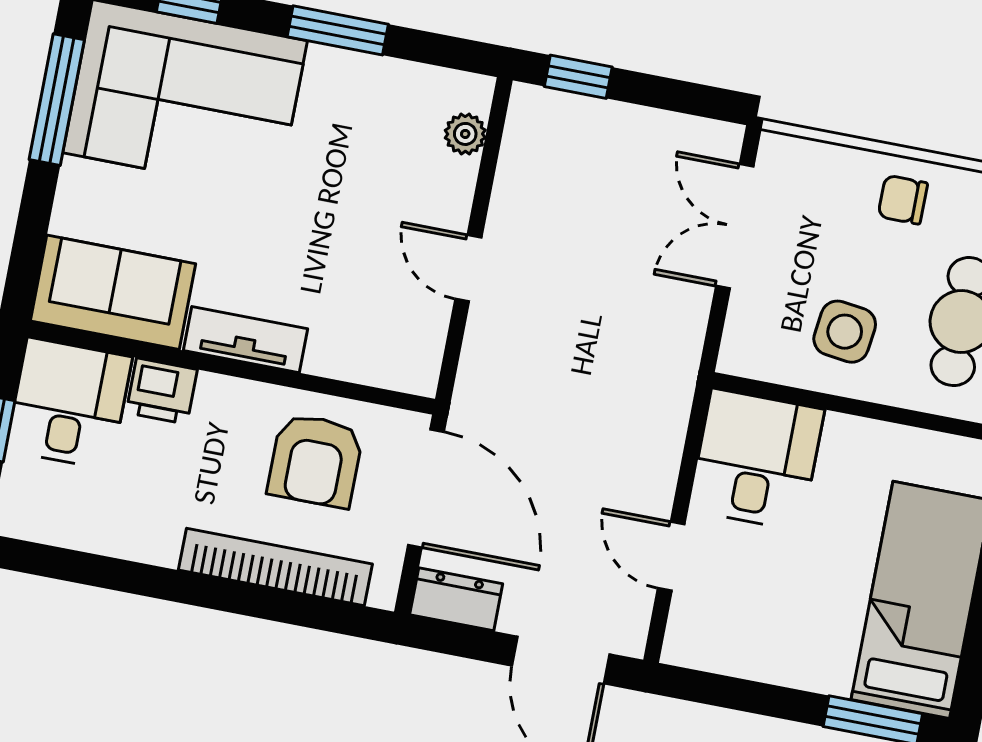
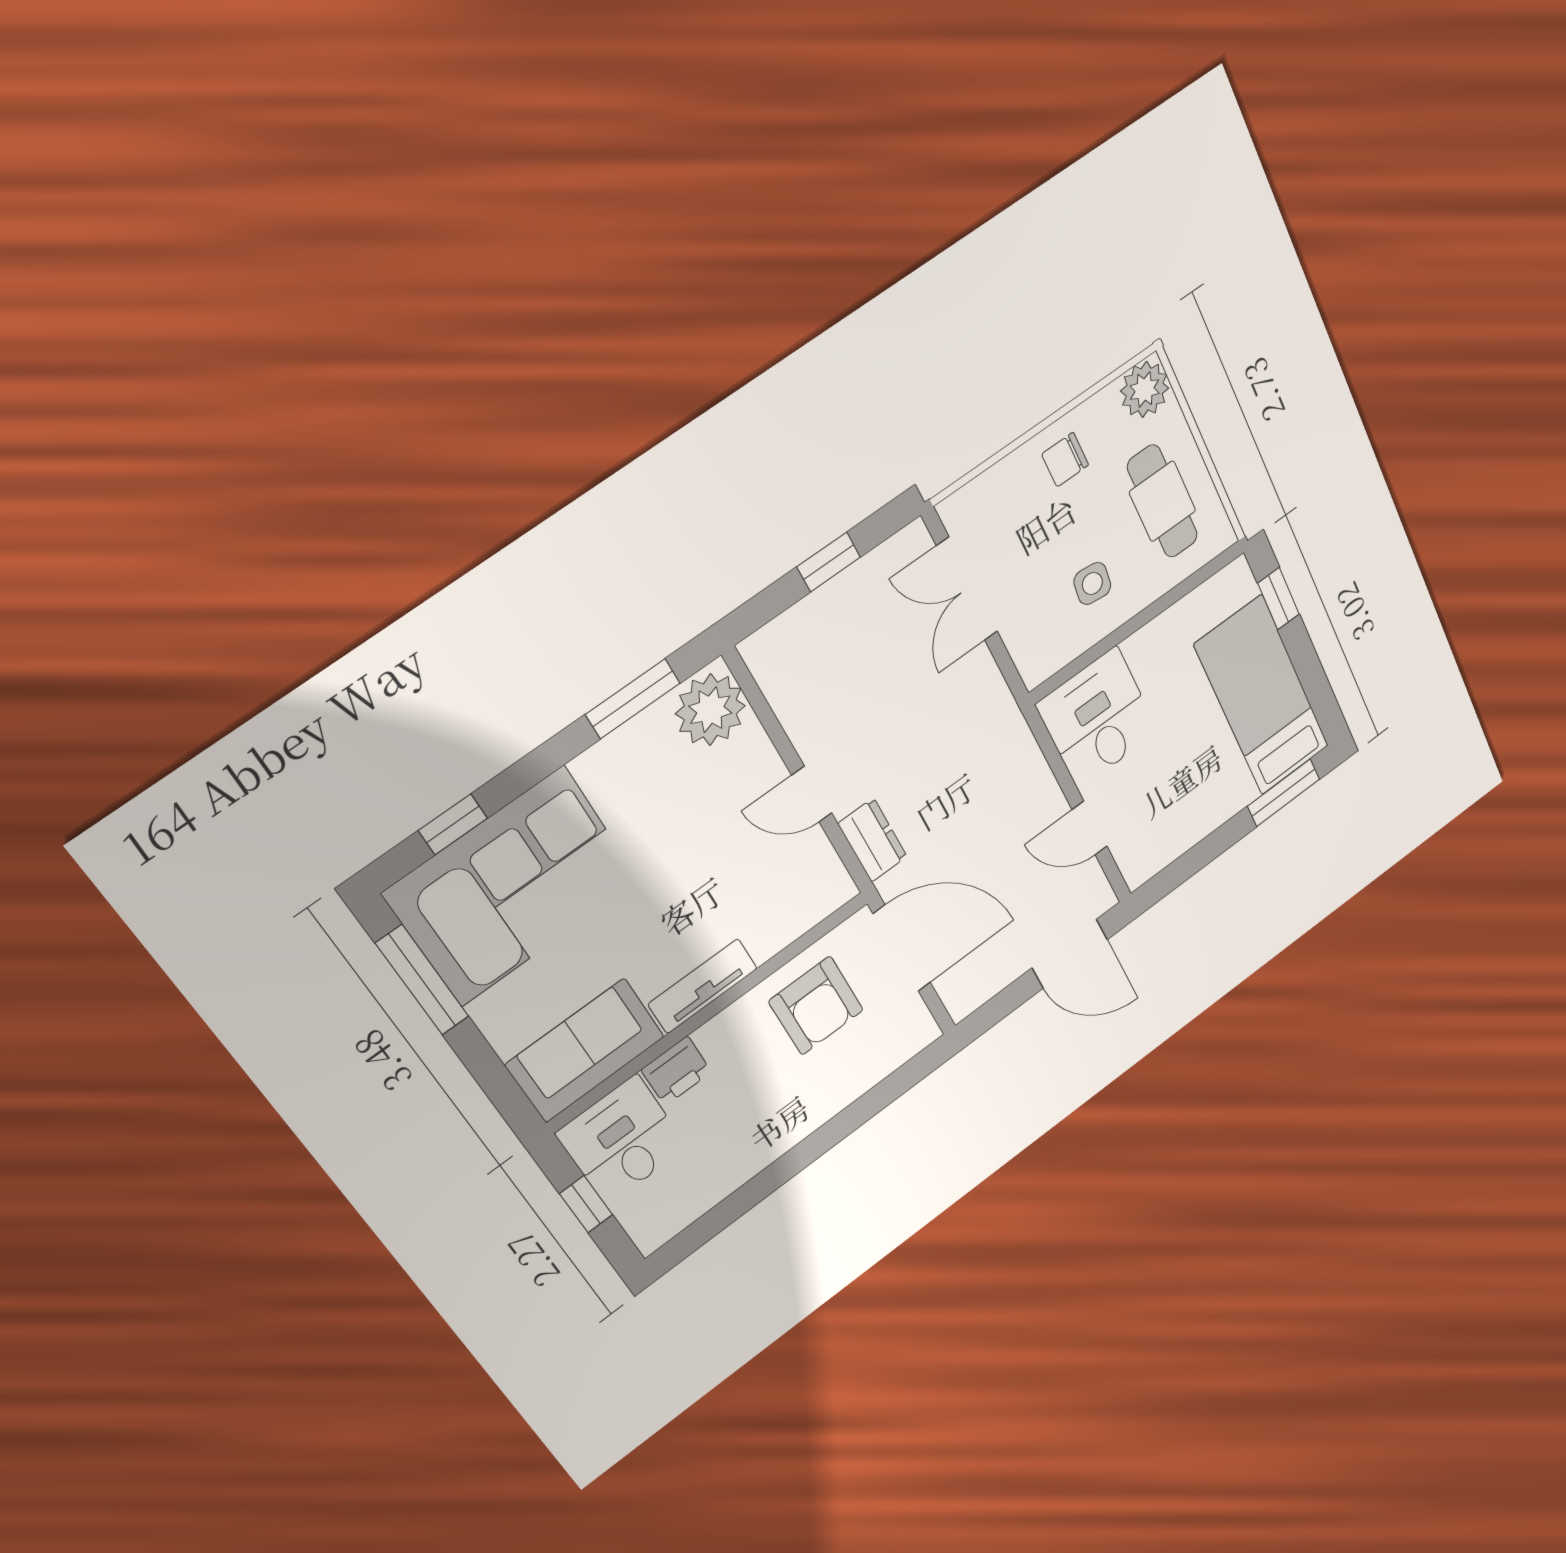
window: (338, 30) -> (633, 699), moved
window: (578, 77) -> (829, 562), moved
plant: (465, 134) -> (710, 710), width x1.88, depth x1.88
side table: (845, 332) -> (1092, 584), width x0.73, depth x0.73
bookcase: (275, 567) -> (847, 1088), removed
dresser: (456, 599) -> (873, 840), moved, turned 90

